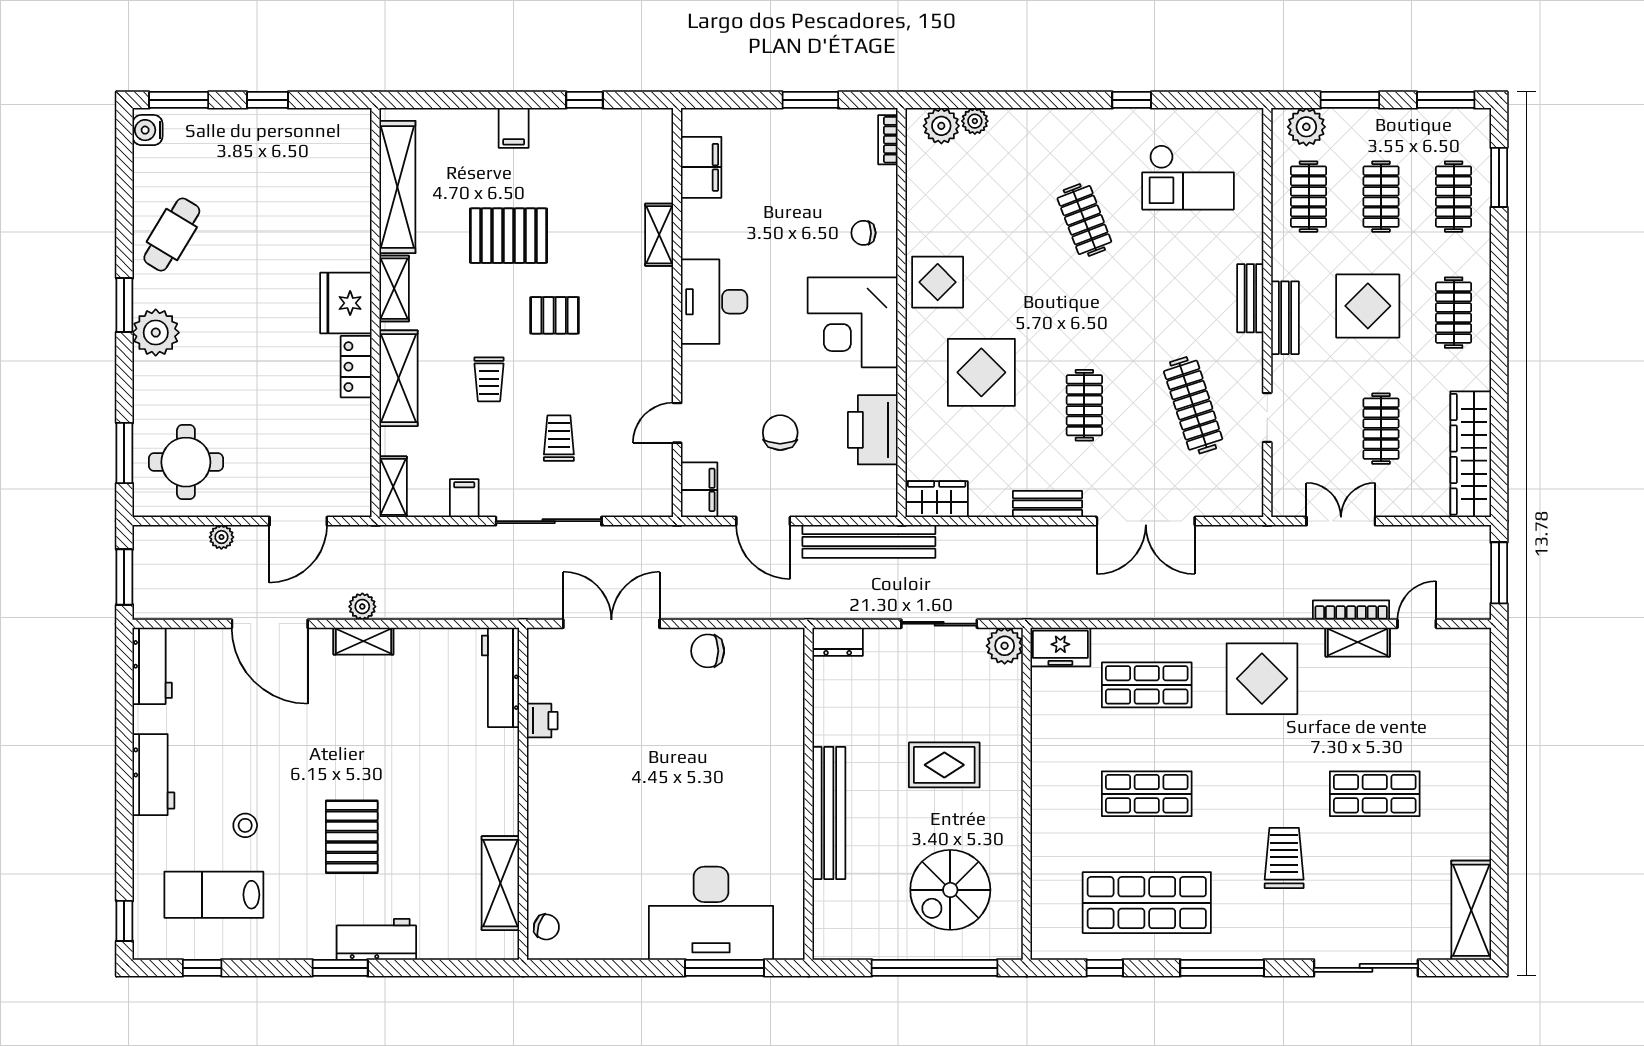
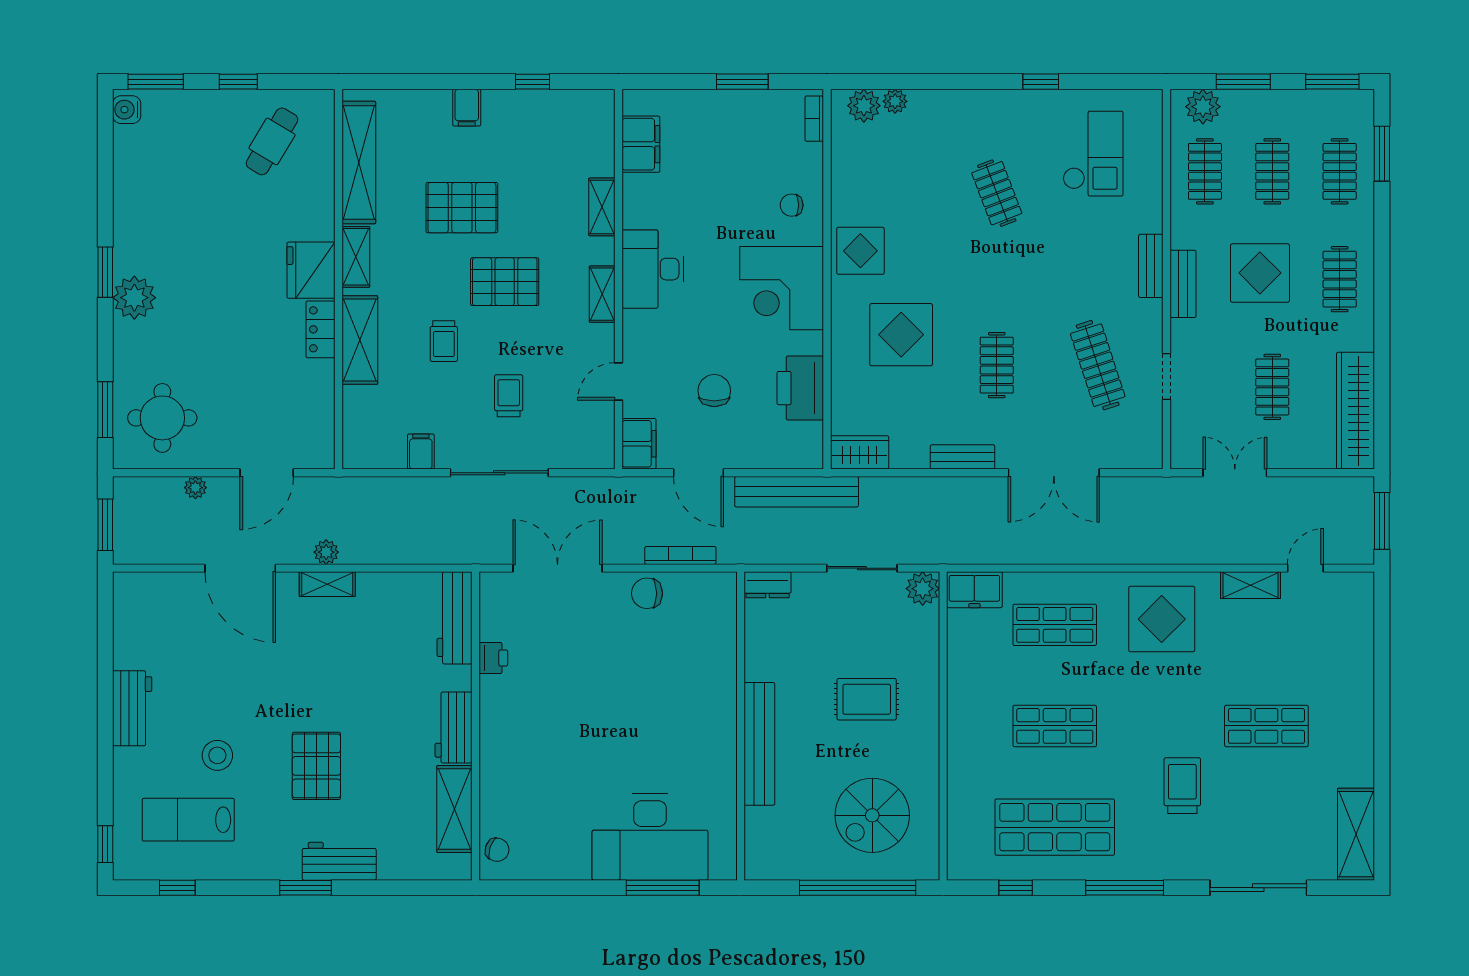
checkout: (1188, 177) -> (1093, 154), turned -90
cafe table: (172, 234) -> (272, 141), moved
pallet: (555, 315) -> (505, 282), width x1.50, depth x1.42
shelving: (393, 487) -> (602, 294), moved
bookcase: (1351, 610) -> (680, 555), moved
workbench: (152, 666) -> (454, 728), moved, turned 180
stool: (245, 825) -> (217, 755), width x1.37, depth x1.37

